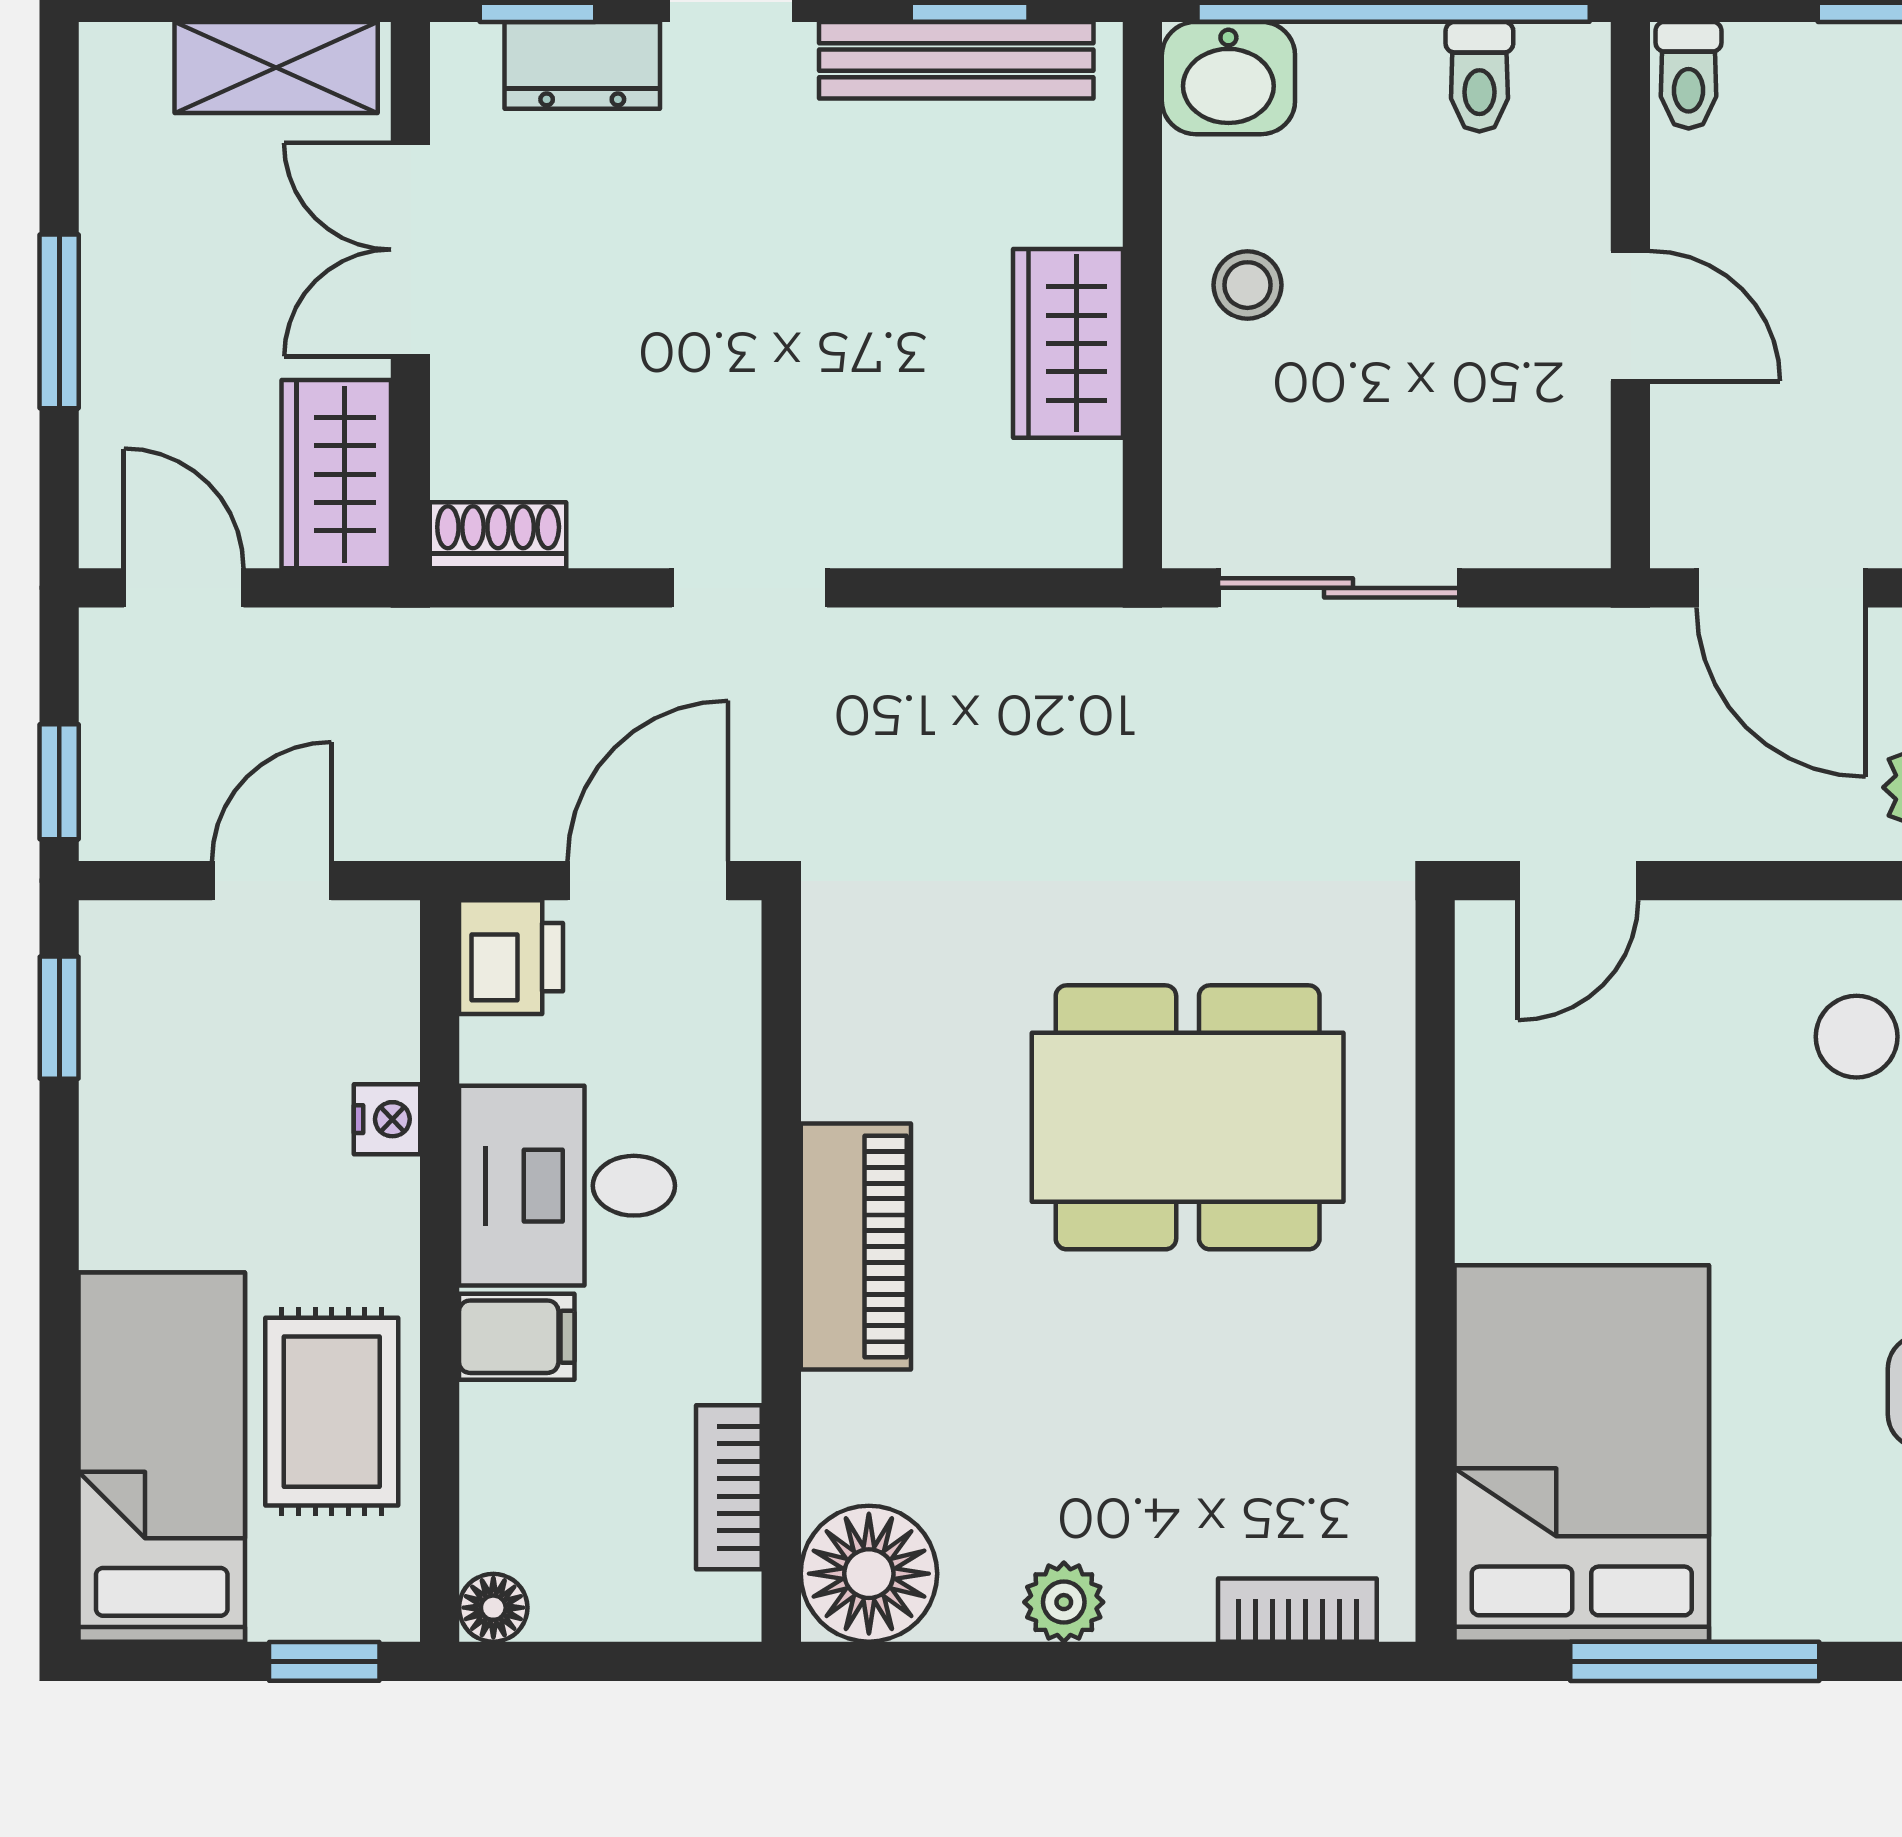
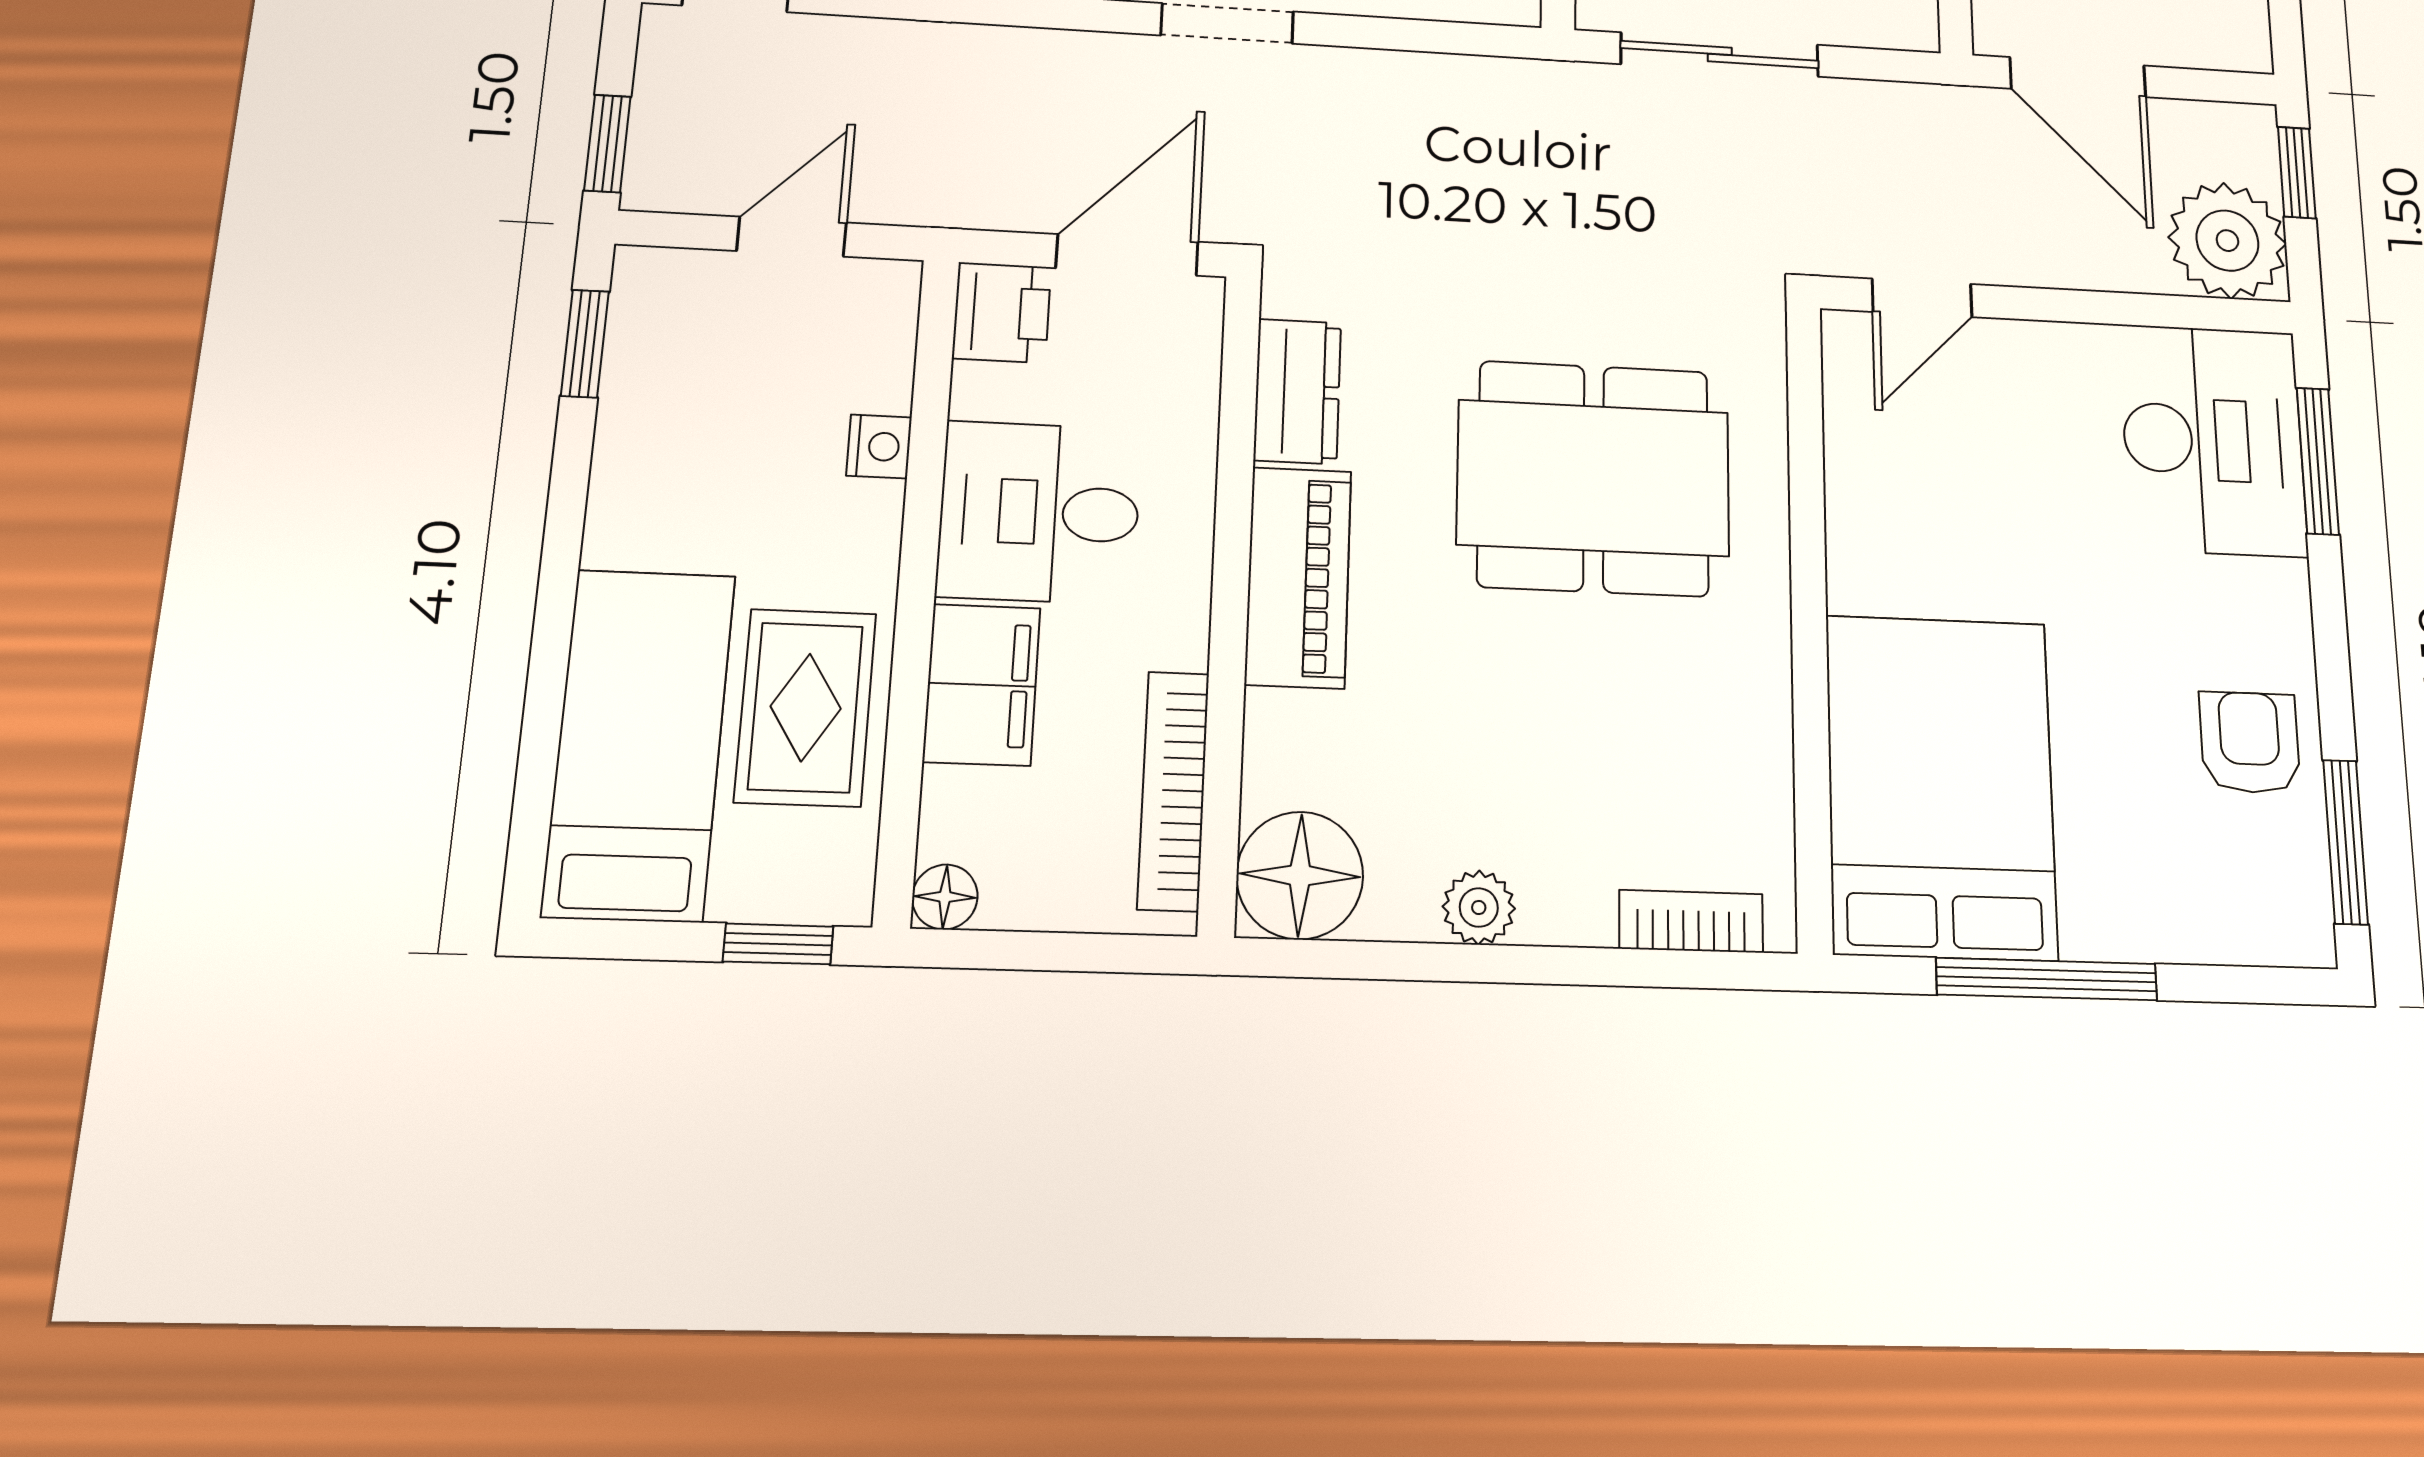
dresser: (848, 1032) -> (1297, 391), added
filing cabinet: (517, 1337) -> (982, 685), width x2.00
bookcase: (729, 1487) -> (1173, 791), width x1.56

